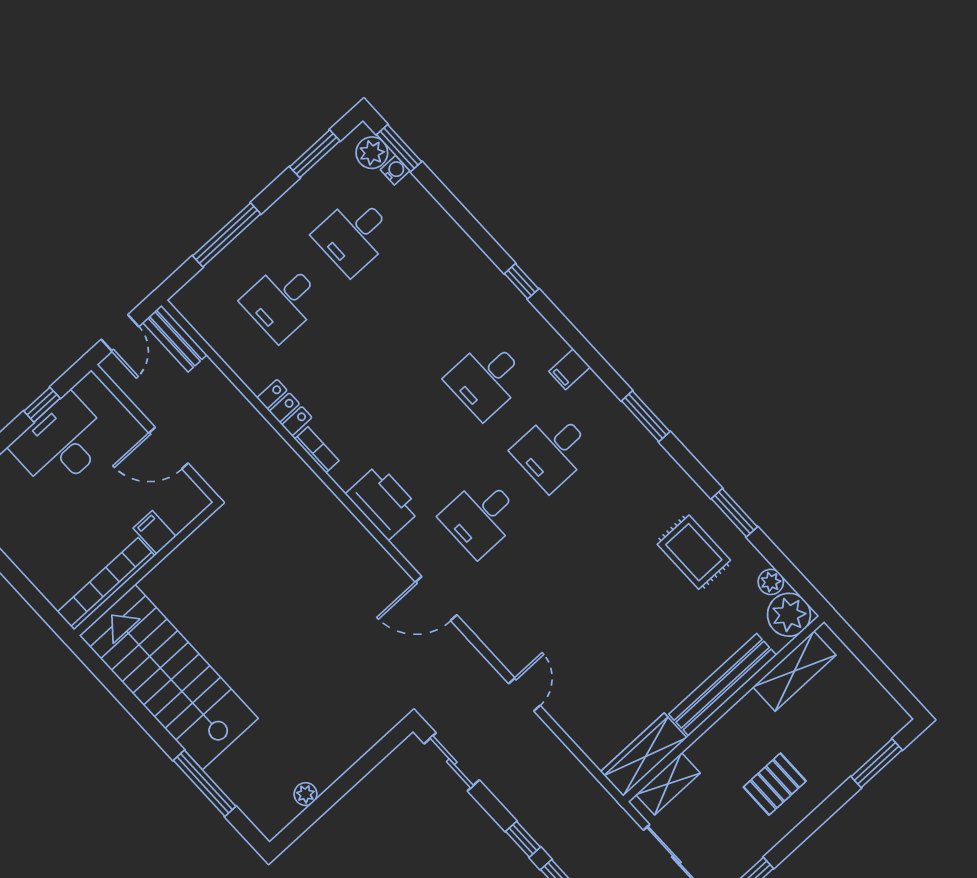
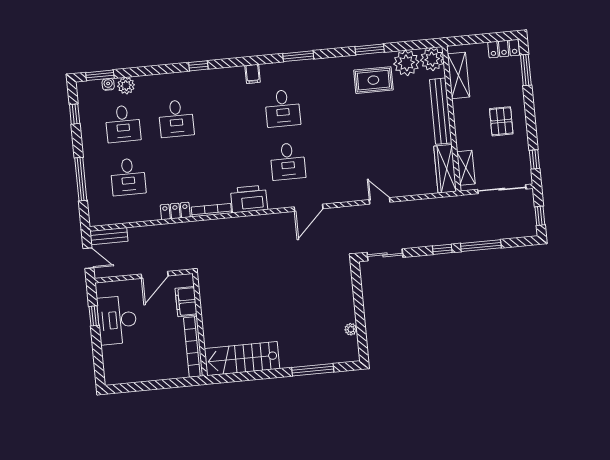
plant: (372, 153) -> (126, 86), moved
window: (315, 154) -> (75, 114), width x0.67
desk: (486, 379) -> (176, 119), moved
bookcase: (317, 450) -> (211, 210), width x1.56
filing cabinet: (155, 532) -> (186, 302), width x2.00
plant: (771, 582) -> (406, 63), width x1.87, depth x1.87
stairs: (169, 677) -> (242, 359), width x0.73, depth x0.66
locker: (883, 707) -> (504, 49), added

